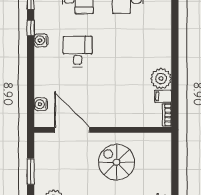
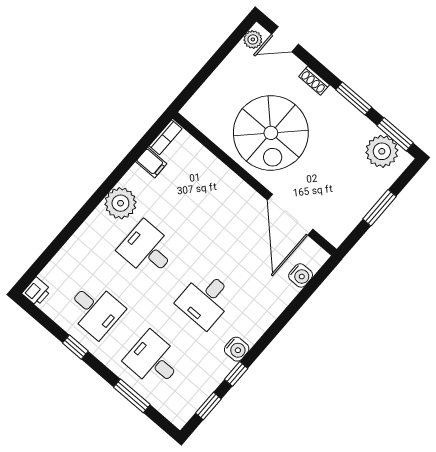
desk: (128, 52) -> (147, 249), added
plant: (161, 79) -> (120, 203), moved
spiral stairs: (116, 162) -> (271, 133), width x1.37, depth x1.37

